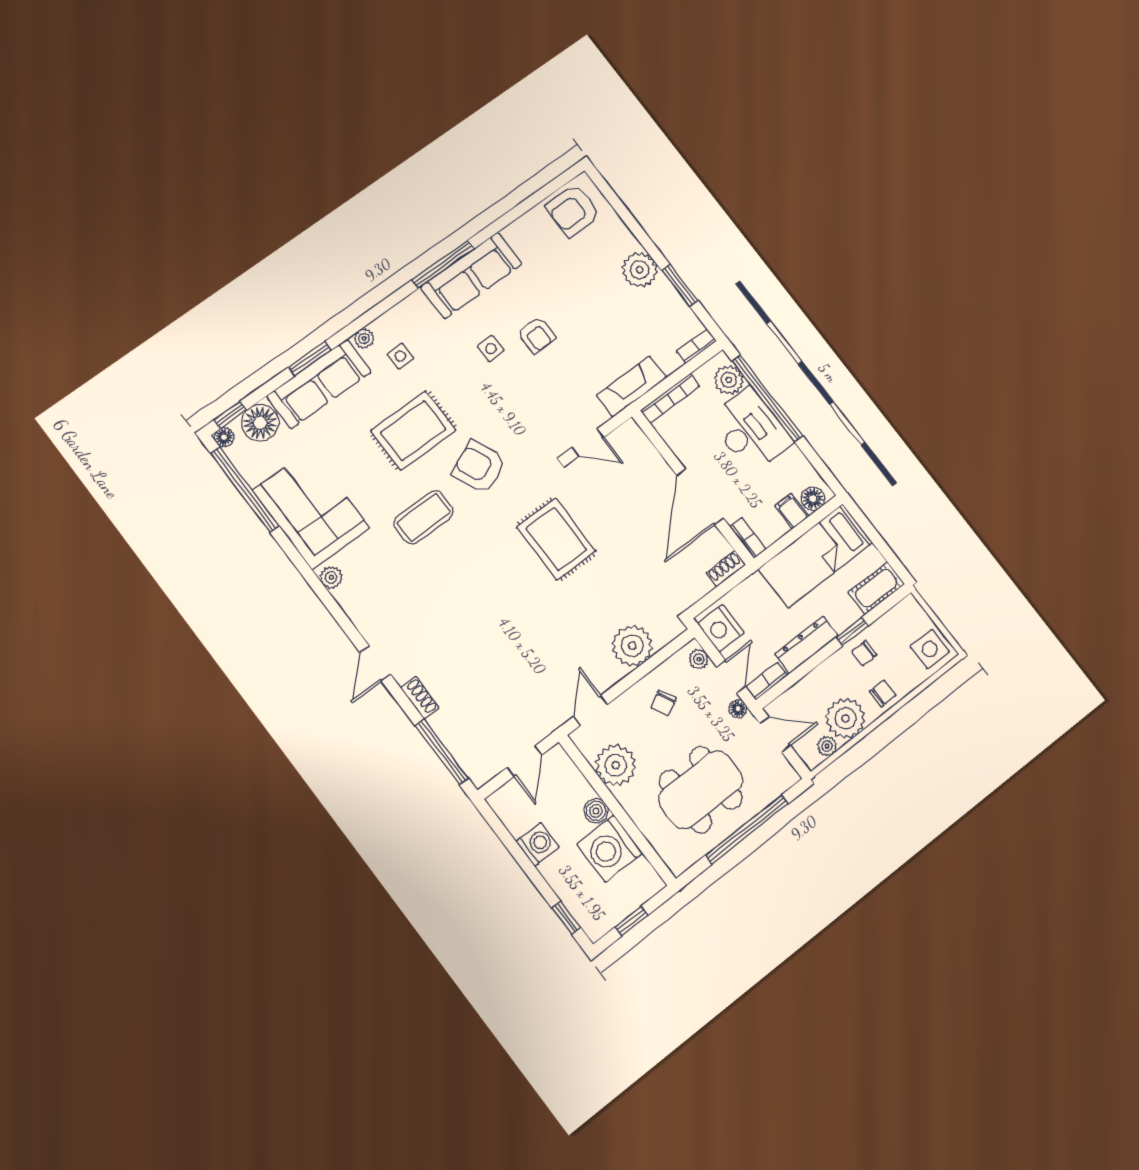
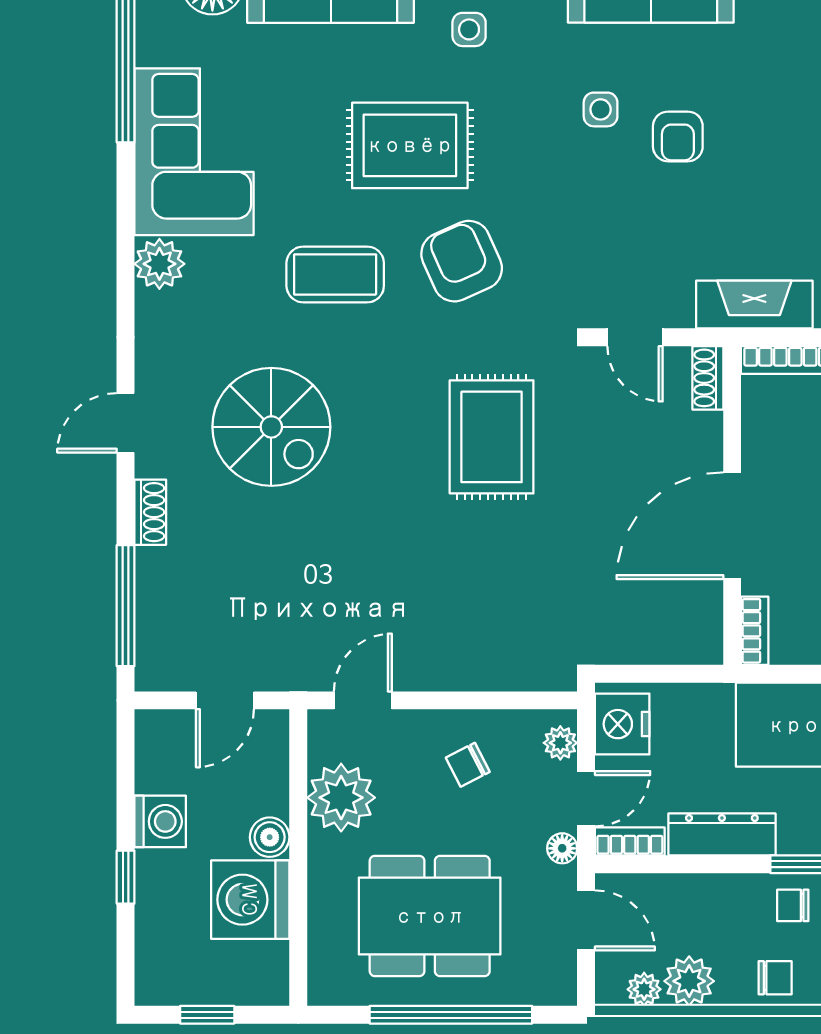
shoe rack: (726, 569) -> (708, 378), moved, turned -90
plant: (331, 577) -> (159, 264), width x1.38, depth x1.38
spiral stairs: (448, 613) -> (271, 427), added
plant: (632, 646) -> (485, 657), removed
plant: (846, 718) -> (689, 981), width x0.73, depth x0.73
window: (566, 918) -> (126, 877), moved

